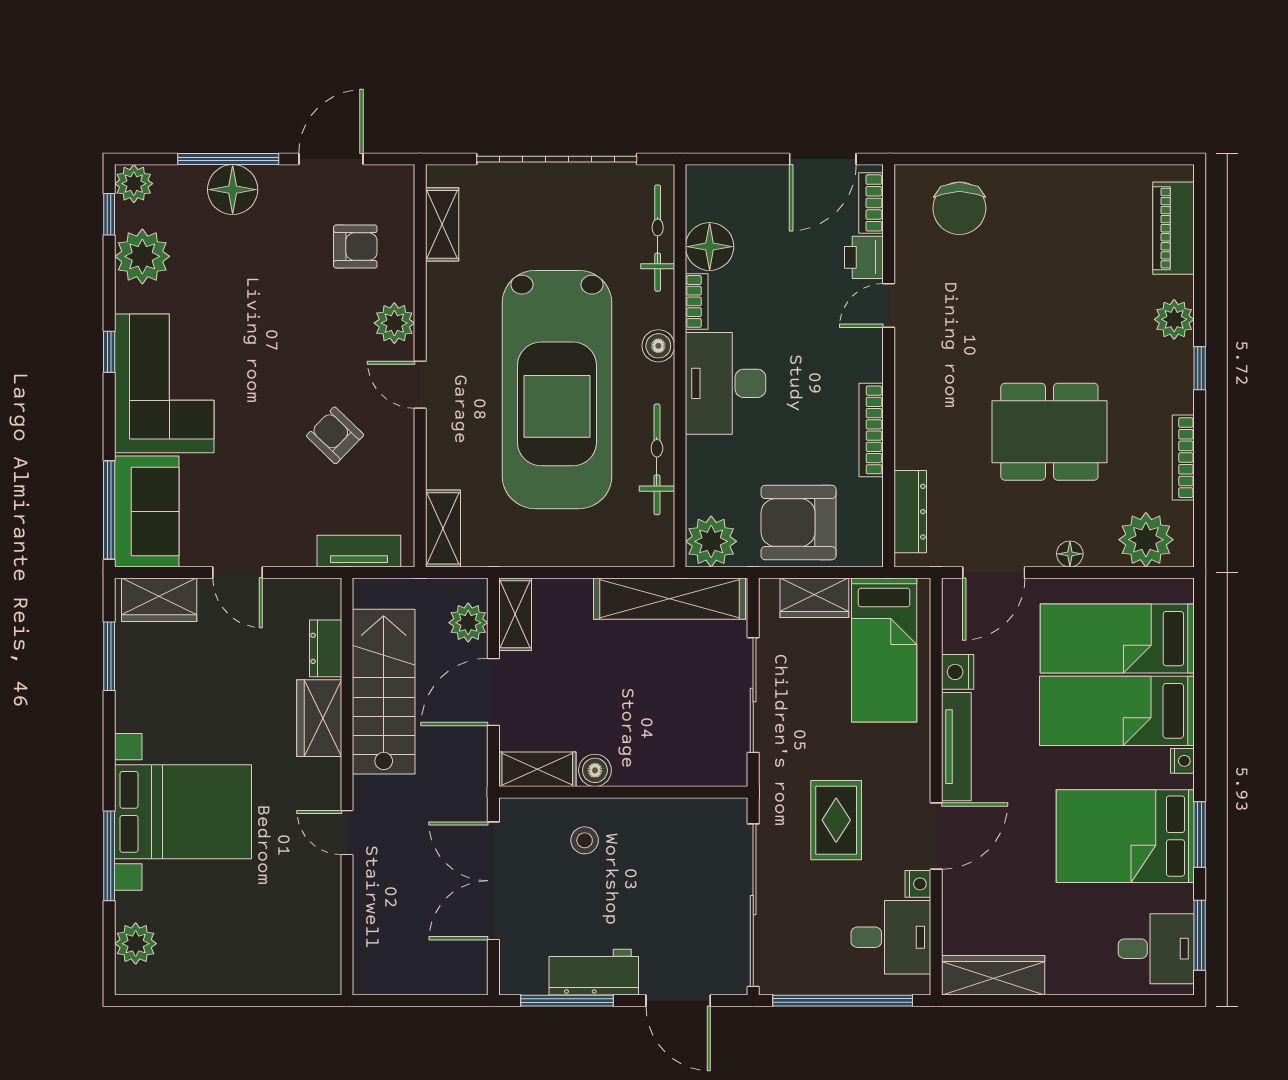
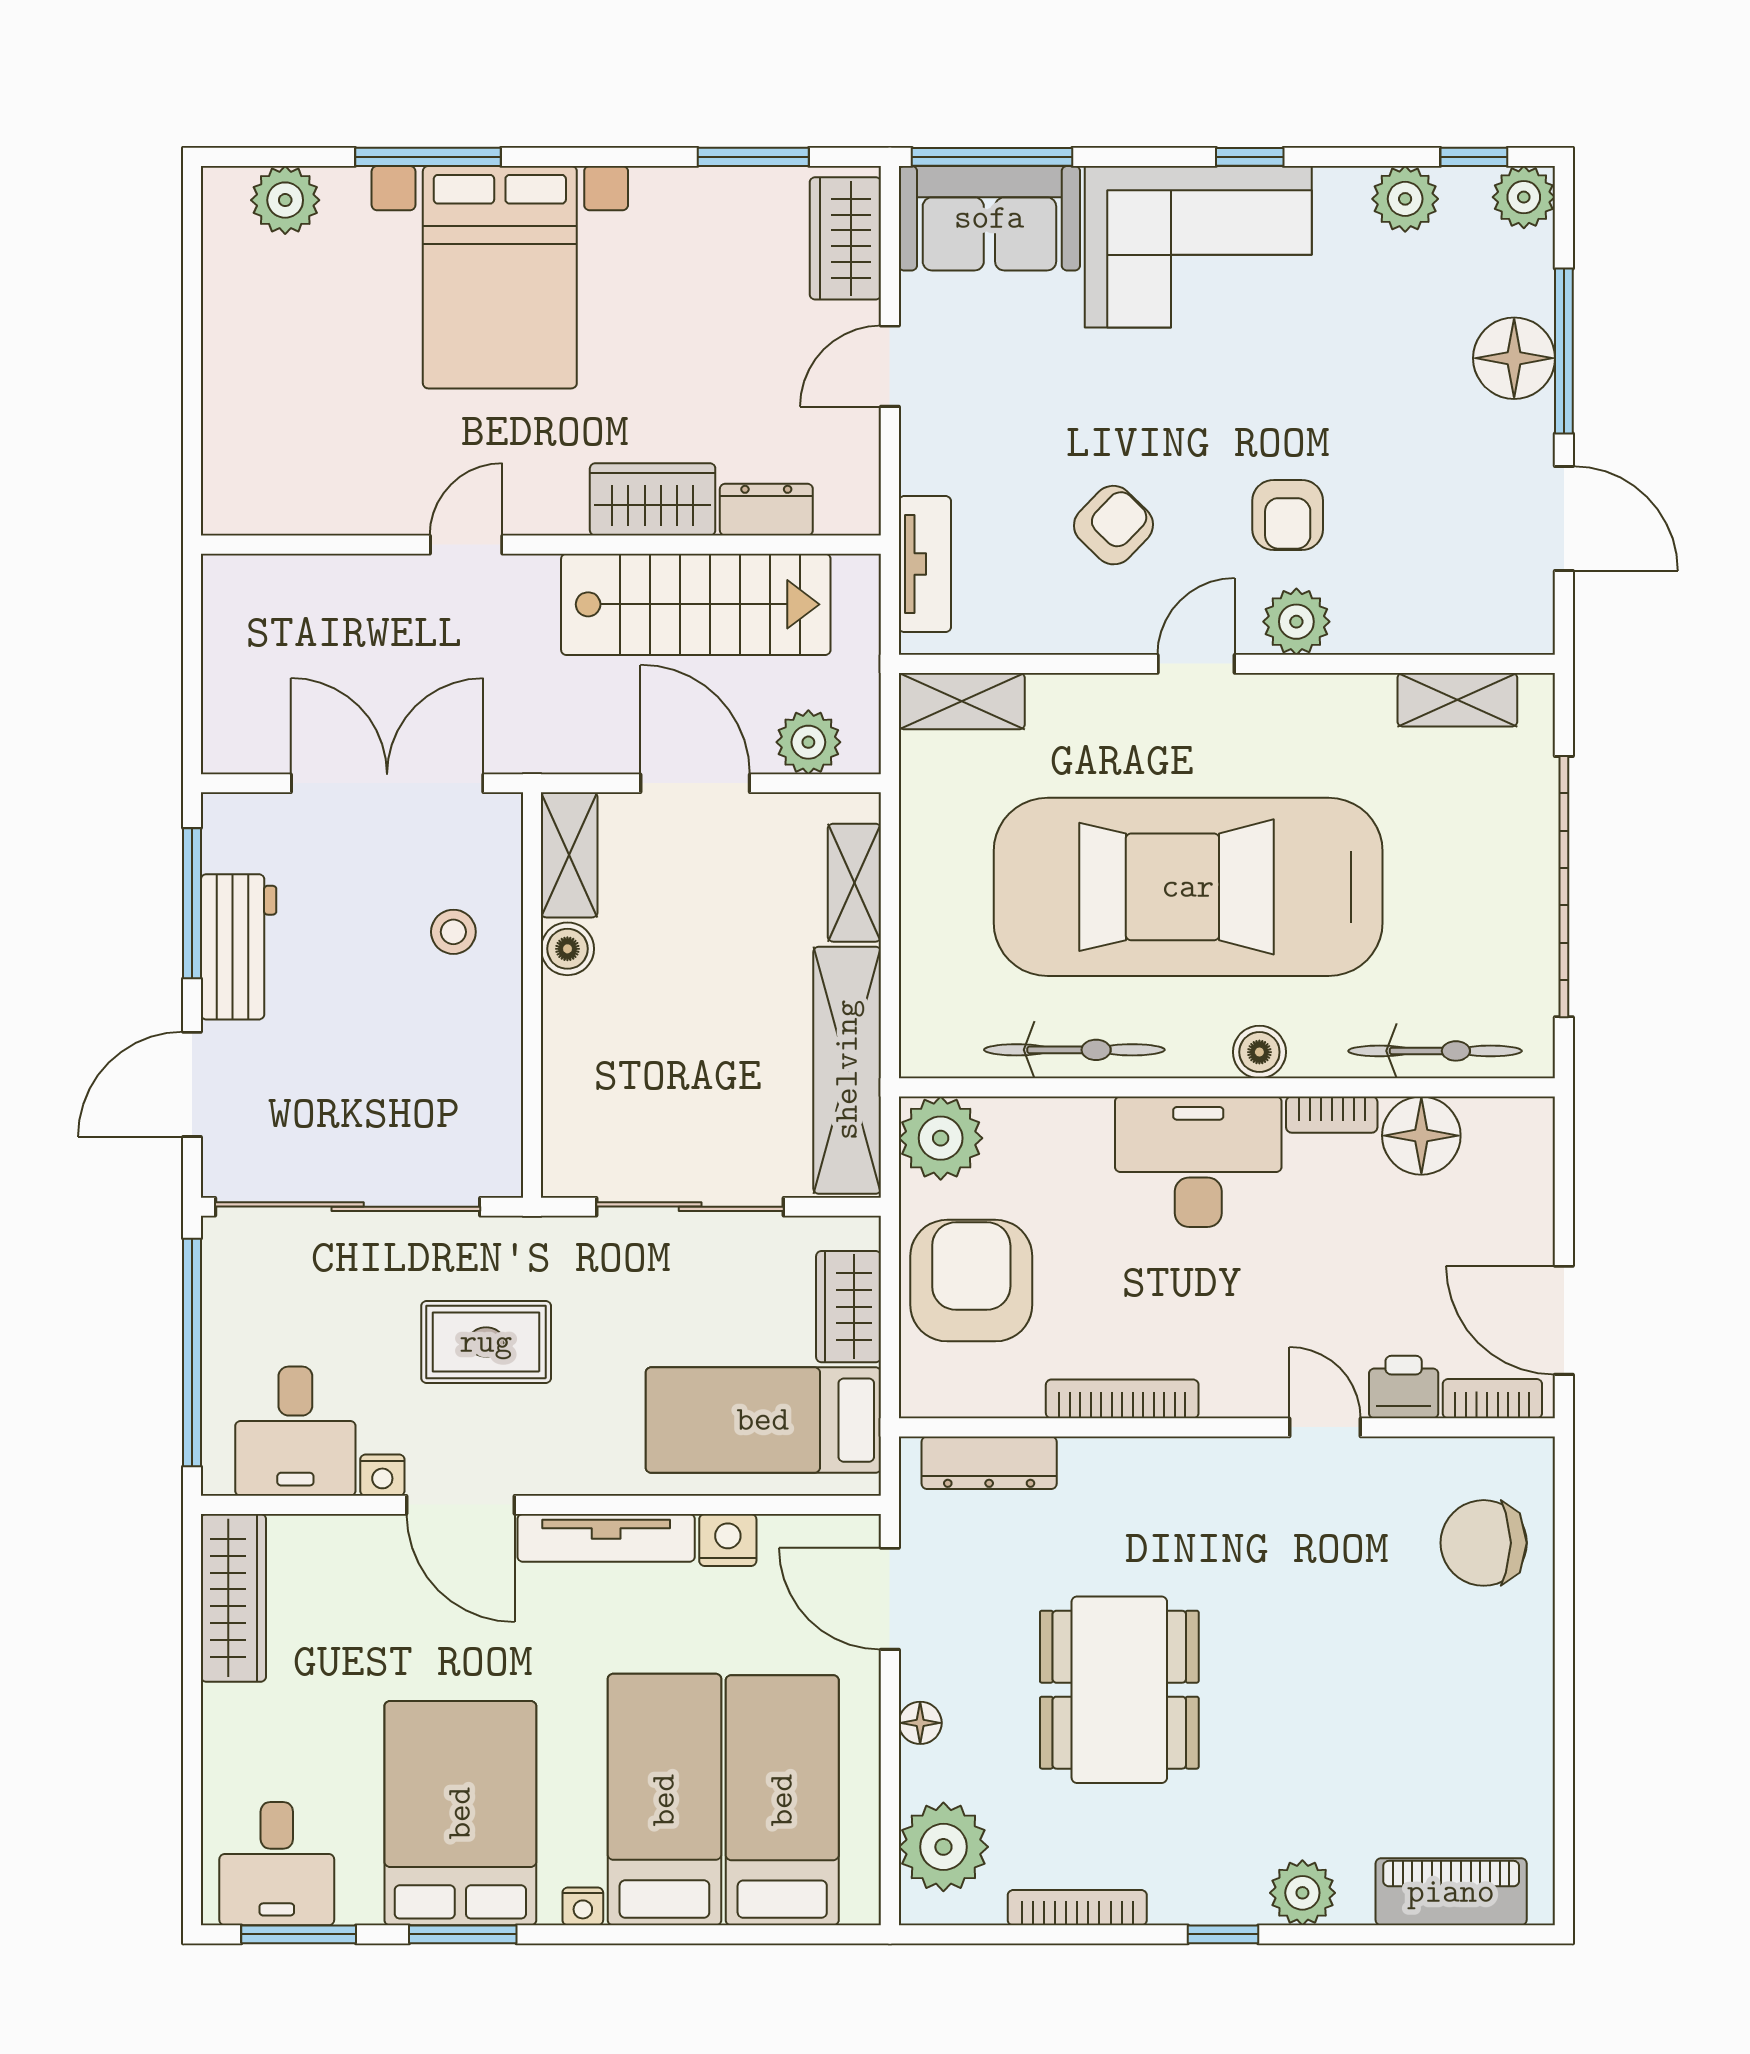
armchair: (355, 247) -> (1288, 515), moved
plant: (142, 256) -> (1405, 199), width x0.73, depth x0.73
shelving: (515, 614) -> (854, 883), moved, turned 90

